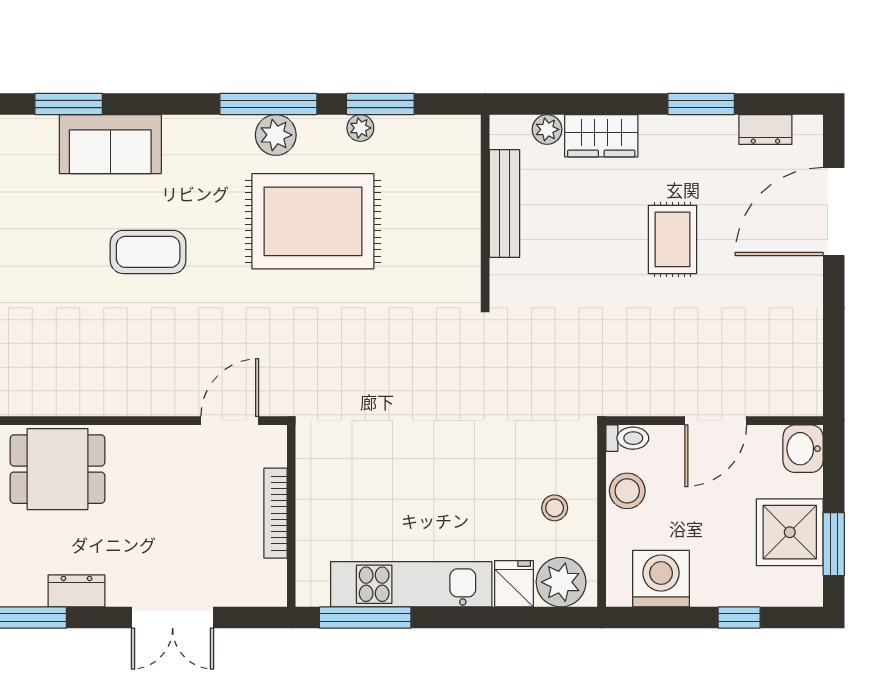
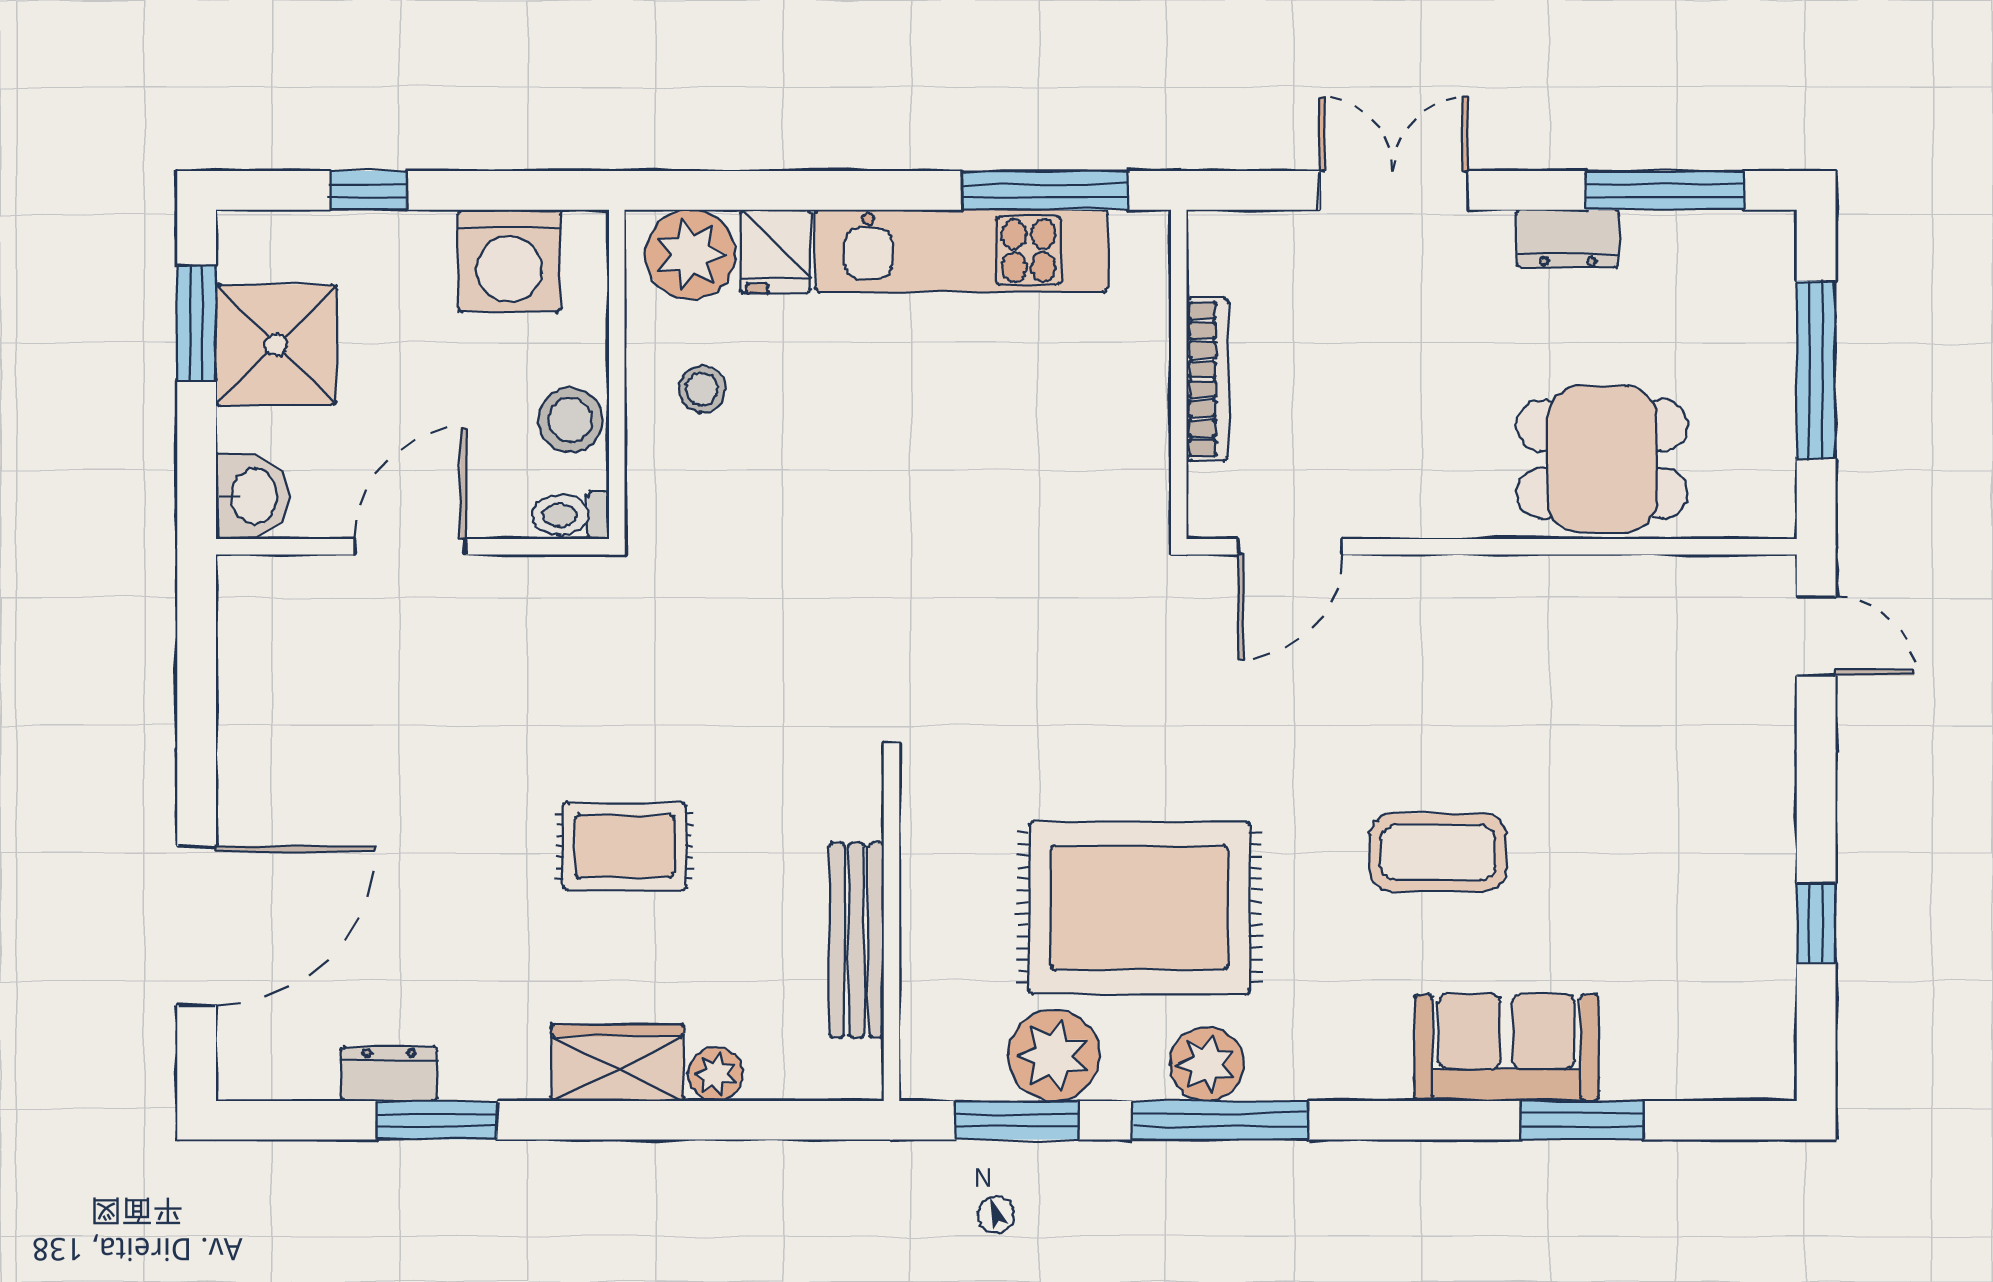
plant: (360, 128) -> (1054, 1056), width x1.88, depth x1.88
dresser: (765, 129) -> (389, 1074), moved
bench: (505, 204) -> (856, 940), moved
wall: (485, 209) -> (891, 930), moved
rug: (673, 239) -> (625, 846), moved, turned 90

